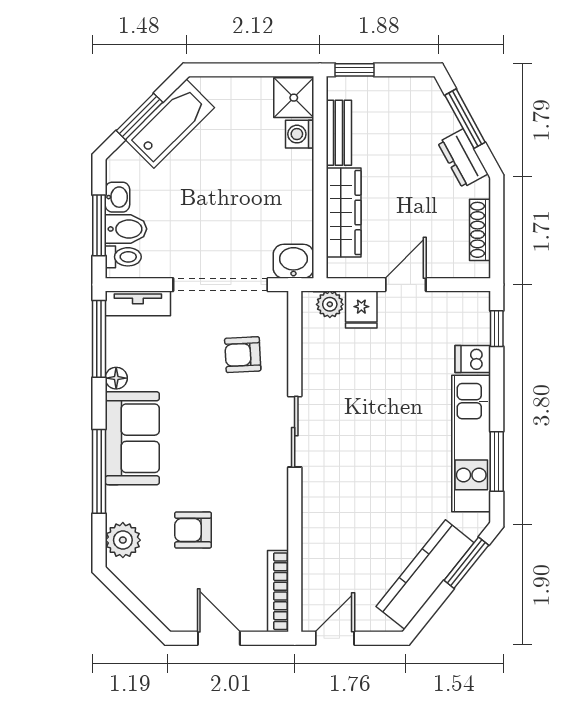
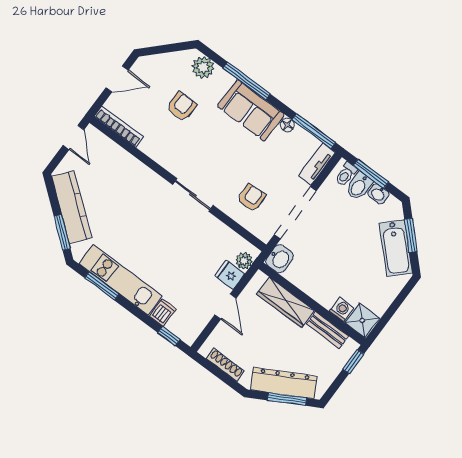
dresser: (463, 158) -> (284, 383), width x1.96, depth x1.24

